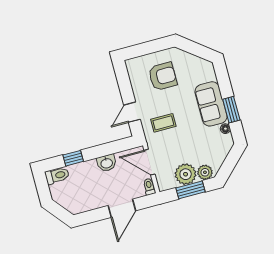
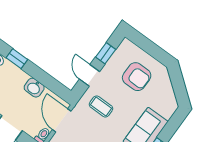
window: (125, 86) -> (106, 53), added
door: (132, 112) -> (89, 75), hinge flipped

